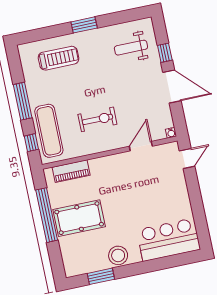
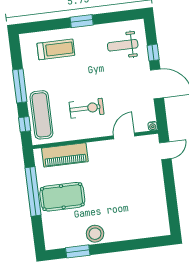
piano: (71, 171) -> (65, 155), width x1.37, depth x1.33
bar counter: (168, 240) -> (142, 223), removed

